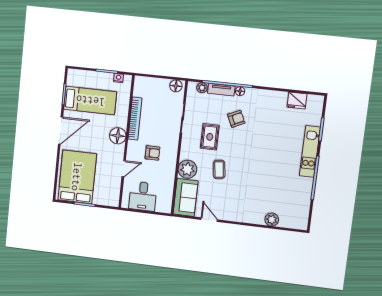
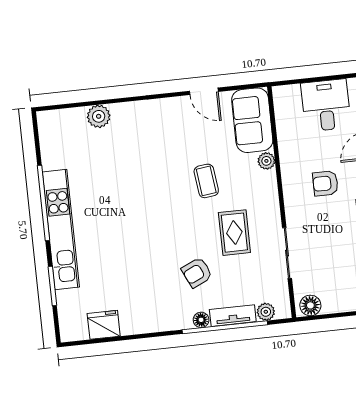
kitchen unit: (310, 152) -> (61, 229), width x1.36
plant: (187, 169) -> (266, 161), width x0.53, depth x0.53

